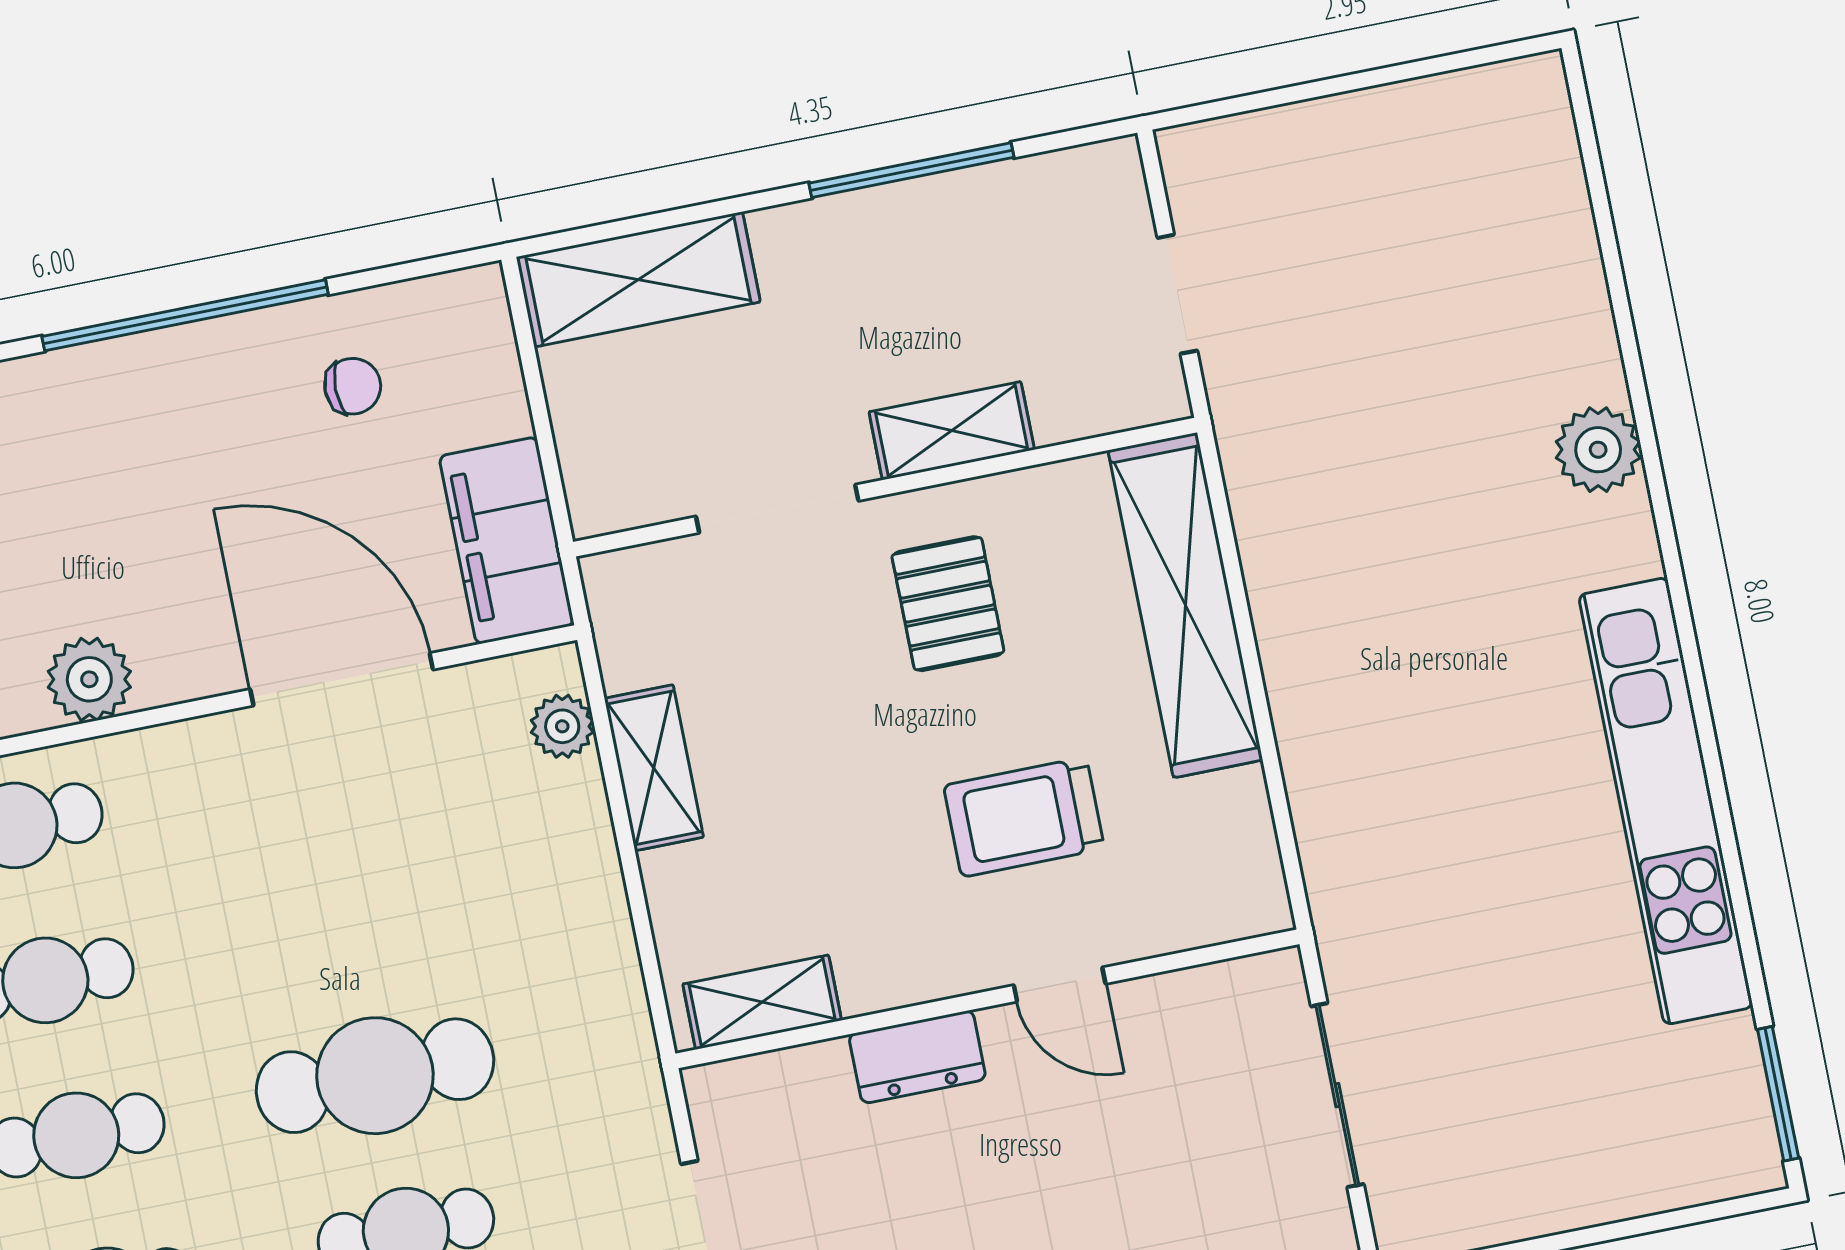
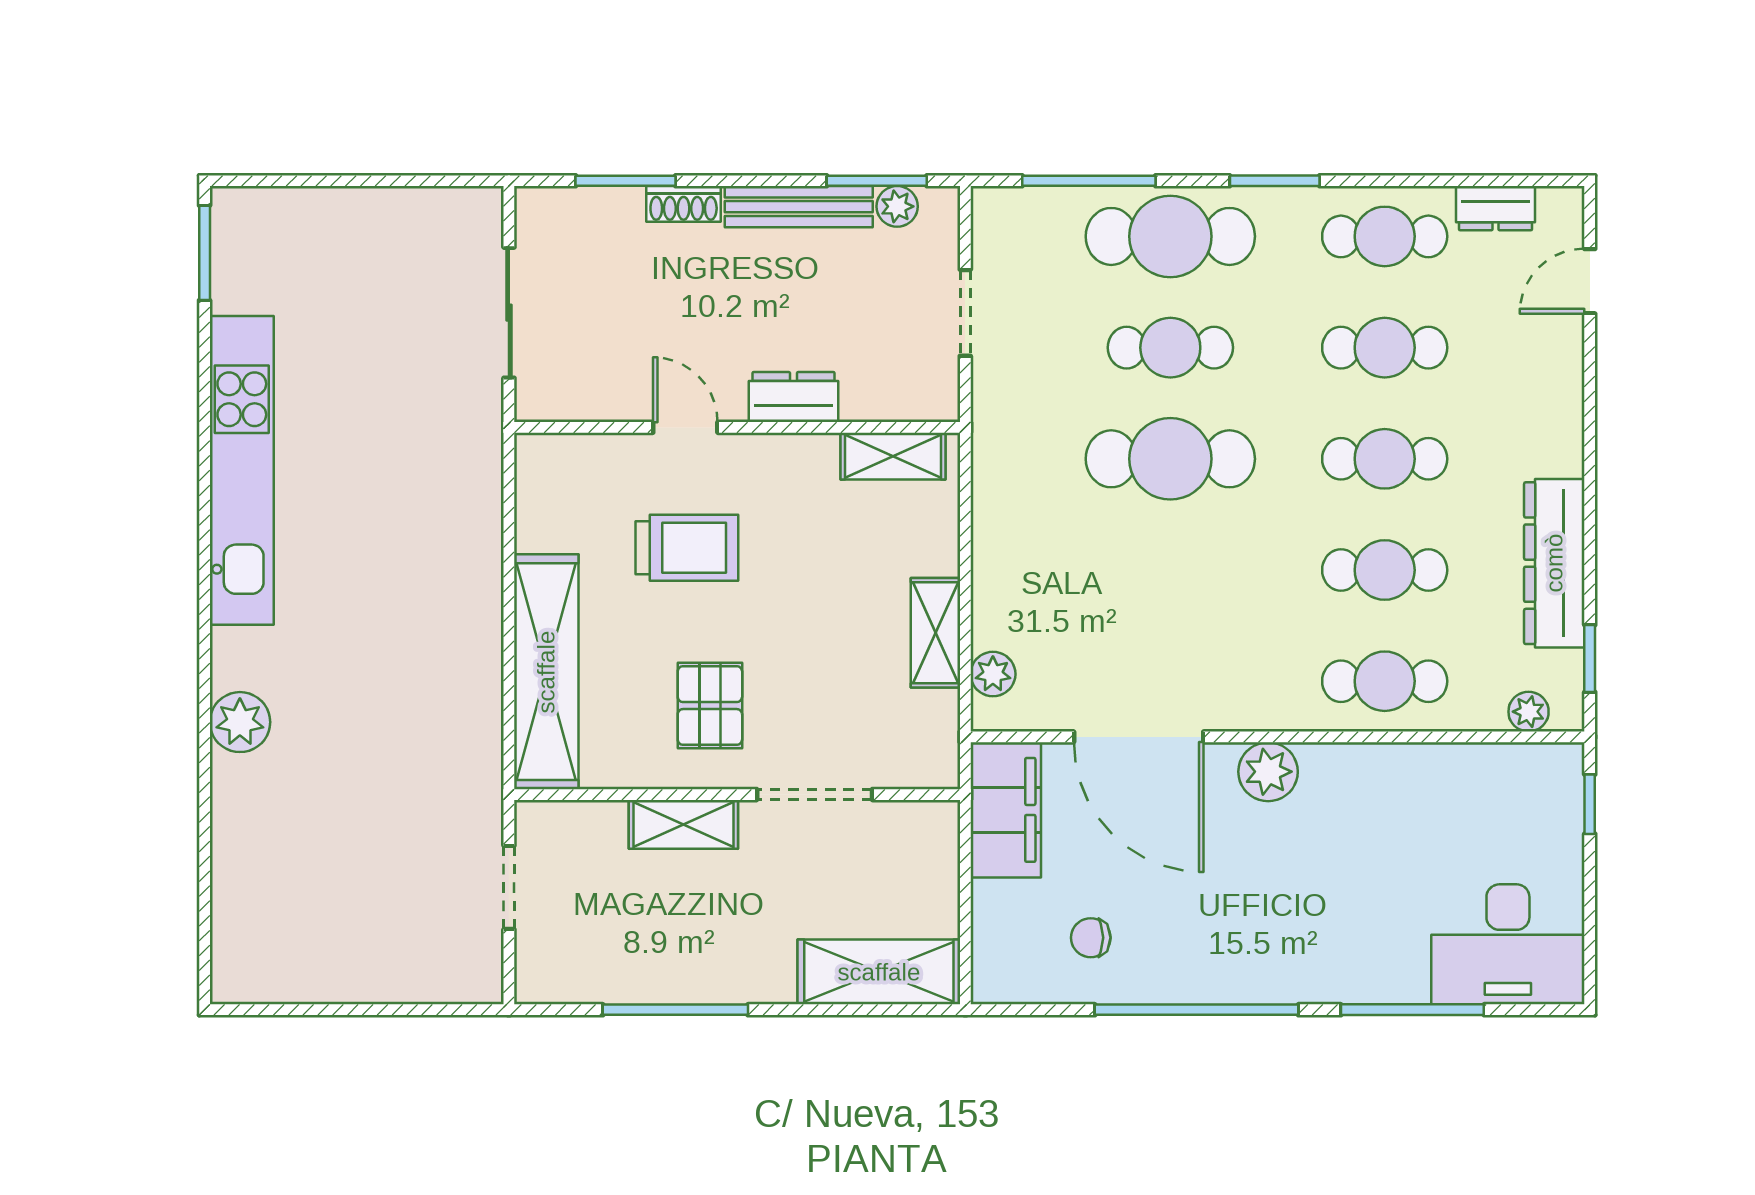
plant: (89, 679) -> (1268, 772), moved

